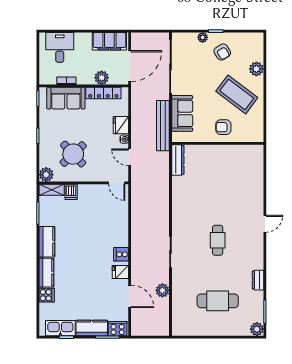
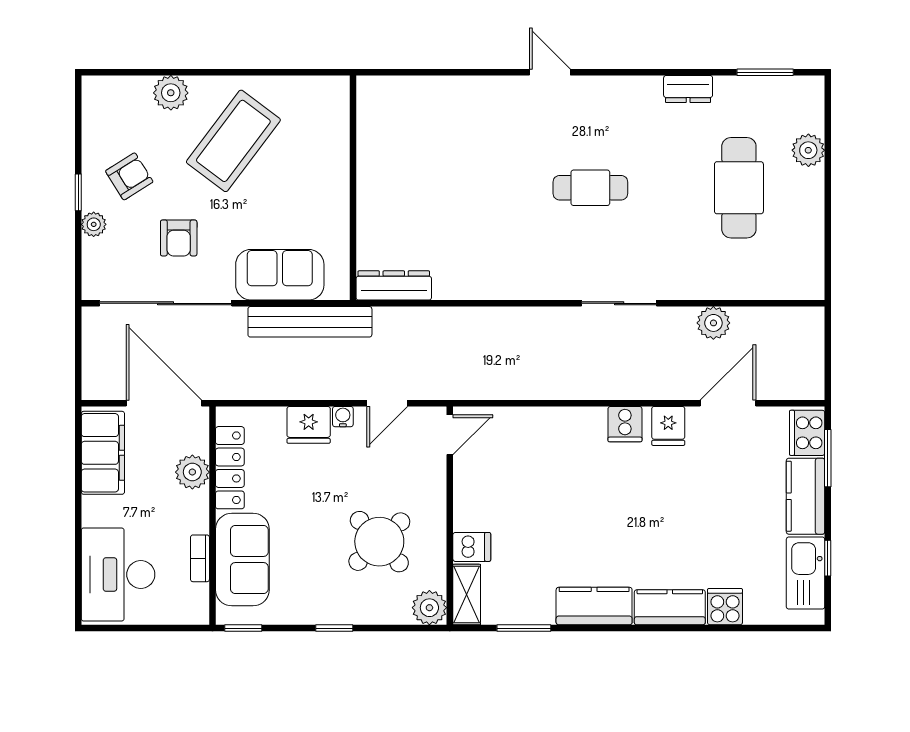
desk: (60, 47) -> (118, 575), width x1.37
armchair: (223, 127) -> (179, 238), moved
plant: (257, 329) -> (808, 150), moved

